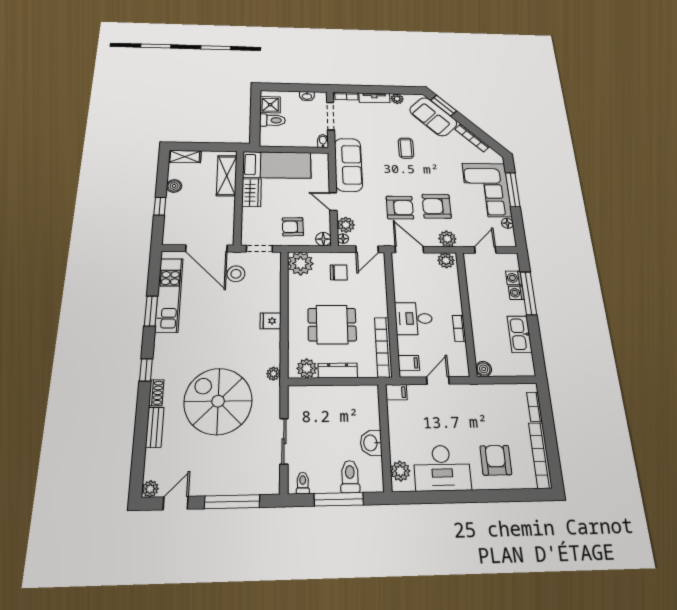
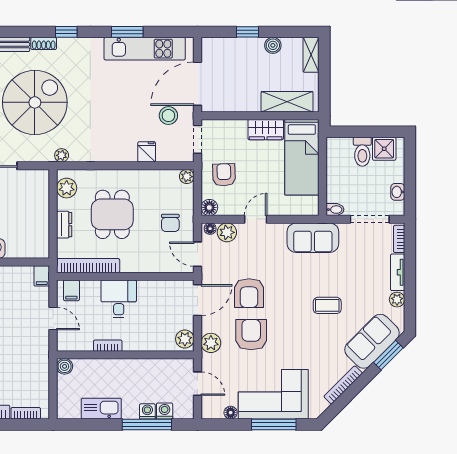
sofa: (348, 165) -> (313, 238), width x0.73
plant: (301, 264) -> (187, 177), width x0.53, depth x0.53
fridge: (270, 321) -> (147, 152), moved
dresser: (338, 371) -> (64, 225), width x0.70

